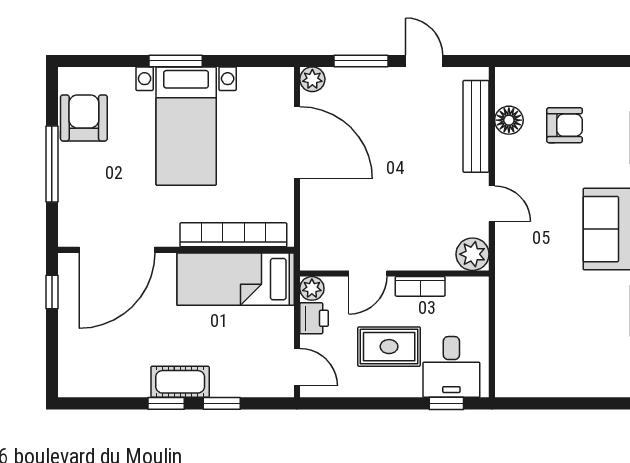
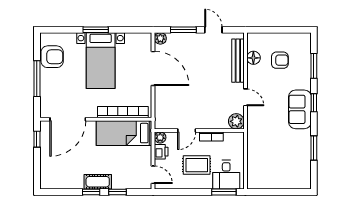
armchair: (84, 118) -> (52, 57), turned 90
window: (446, 403) -> (224, 192), width x1.50

